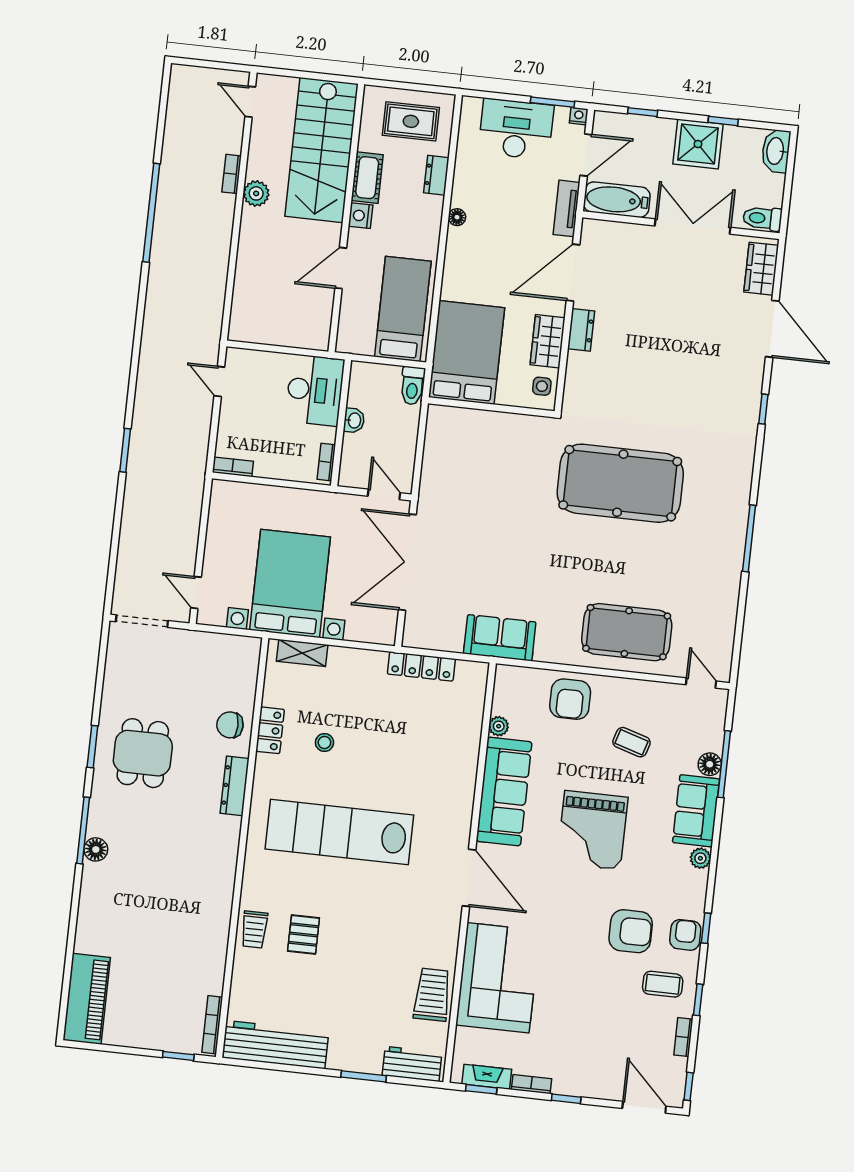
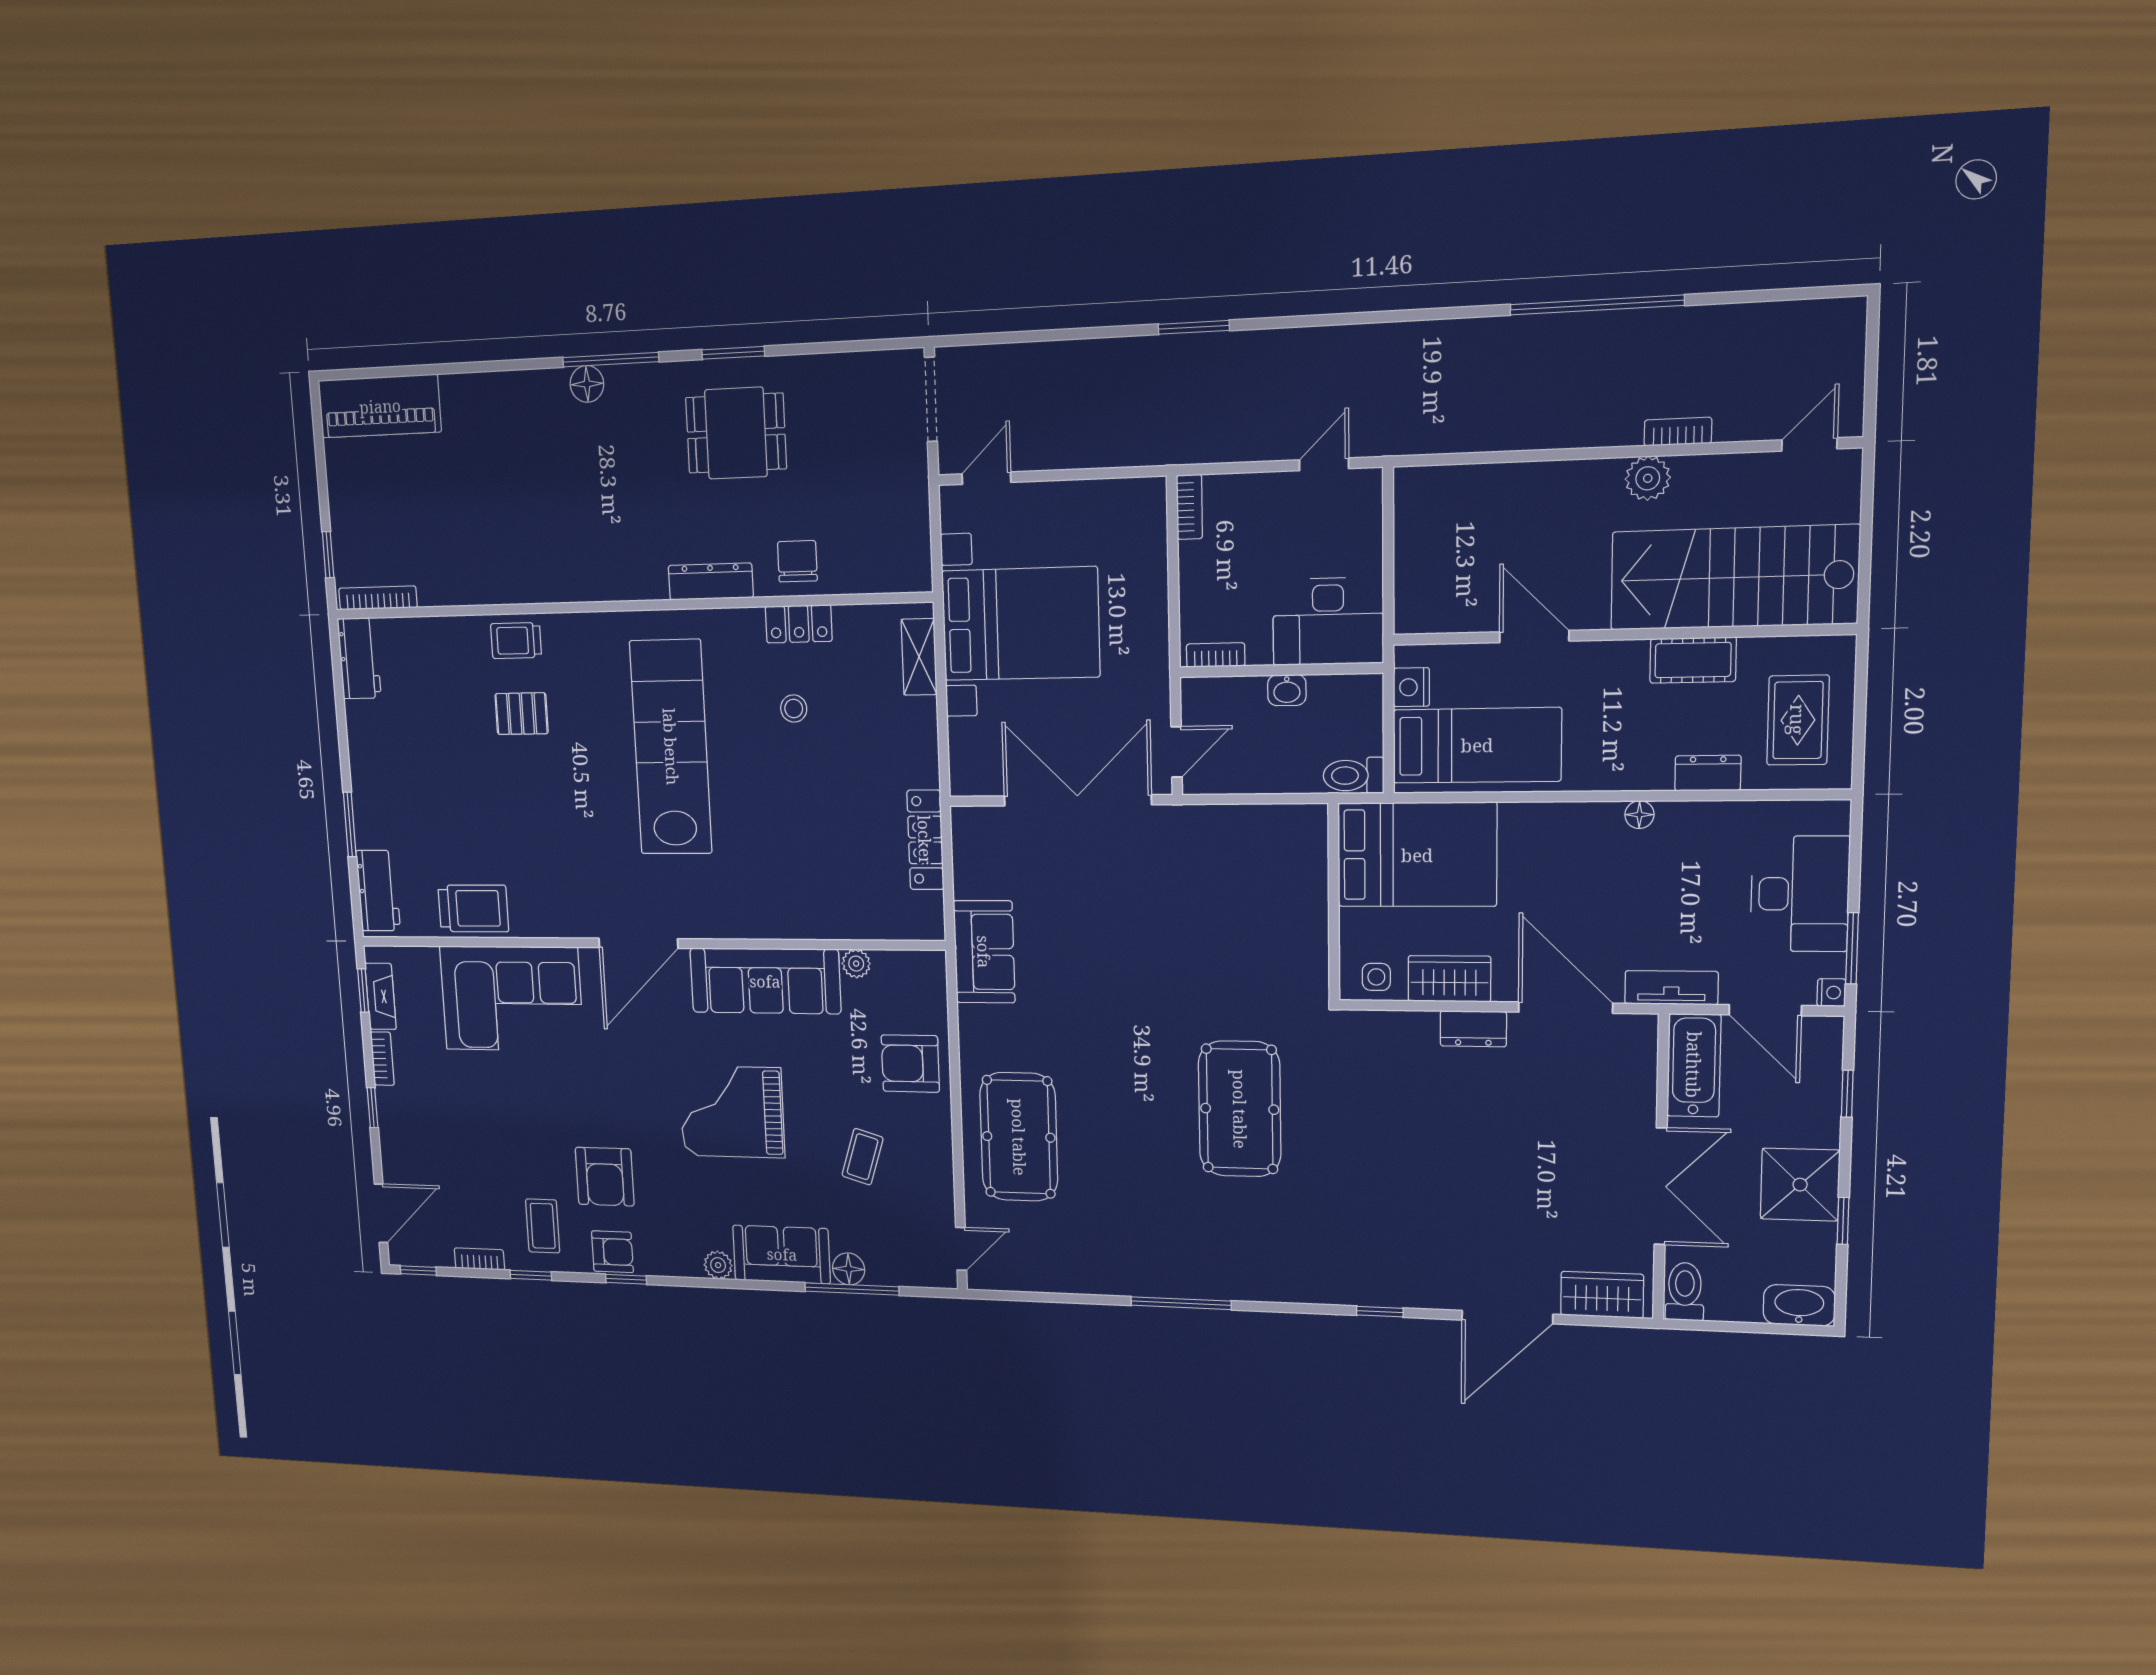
nightstand: (361, 216) -> (1411, 687), moved, turned -90
pool table: (620, 483) -> (1240, 1109), width x0.73, depth x0.76
workbench: (275, 1045) -> (359, 658), width x0.53, depth x0.76

